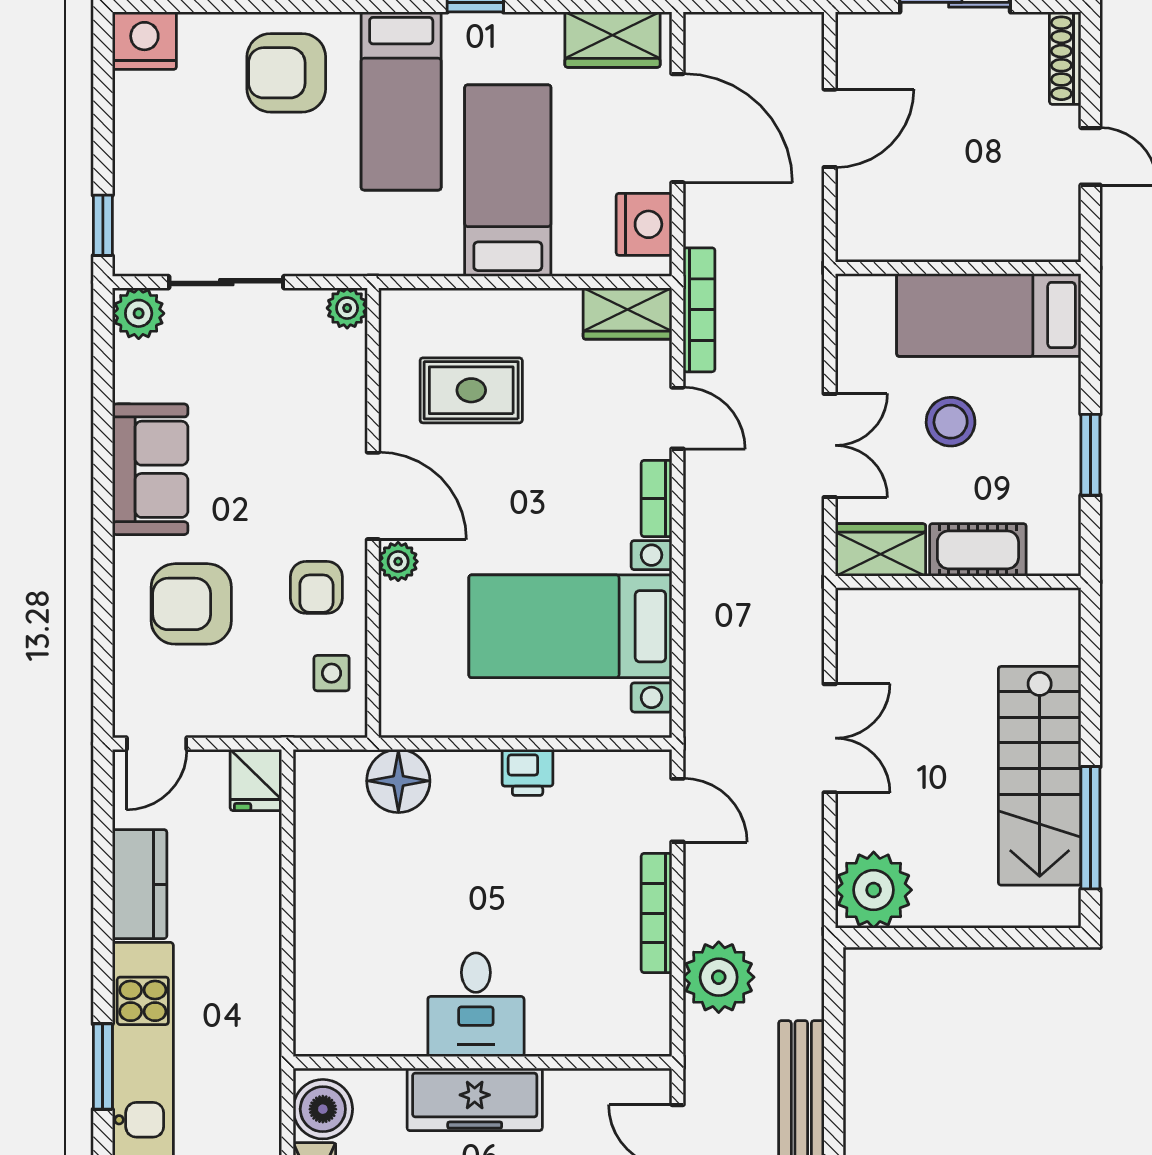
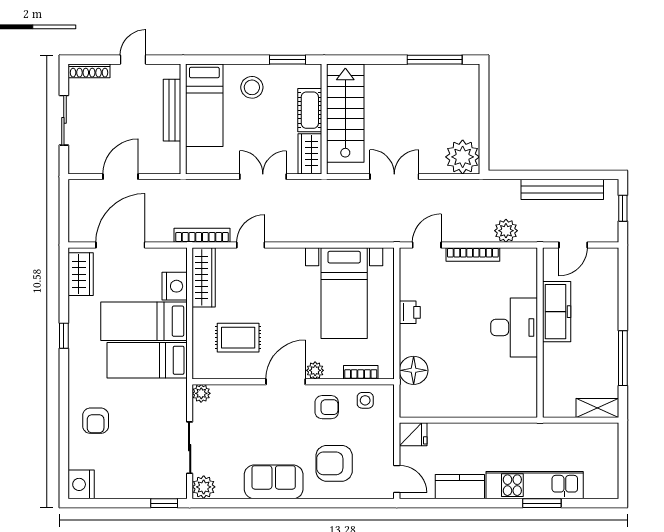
armchair: (286, 73) -> (96, 421), width x0.72, depth x0.72
bed: (401, 101) -> (147, 360), moved, turned 180
door: (830, 128) -> (120, 177), hinge flipped
nightstand: (644, 224) -> (175, 286), moved, turned 90
bench: (978, 243) -> (172, 110), added
wardrobe: (627, 314) -> (204, 277), width x1.50
rug: (471, 390) -> (238, 338), turned 90
stool: (951, 422) -> (252, 87), moved
window: (1090, 455) -> (288, 60), moved
bookcase: (656, 499) -> (361, 372), moved, turned 180
armchair: (191, 604) -> (334, 463), turned 90
stairs: (1040, 776) -> (345, 113), moved, turned -90
plant: (719, 977) -> (506, 231), width x0.73, depth x0.73
desk: (476, 1005) -> (514, 327), width x1.37
freezer: (475, 1099) -> (557, 312), moved
boiler: (323, 1109) -> (561, 404), removed

